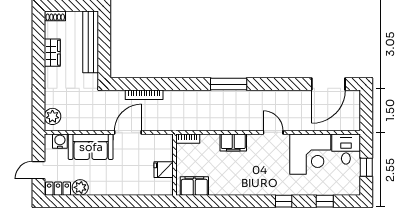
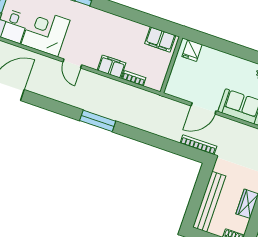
bookcase: (144, 95) -> (198, 145), moved
bookcase: (188, 139) -> (134, 78), moved
fridge: (164, 170) -> (192, 50), moved, turned 90

